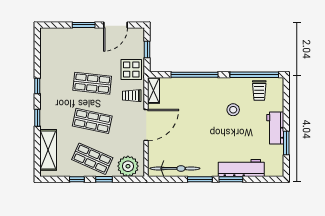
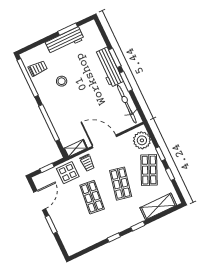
door: (116, 25) -> (40, 200), hinge flipped
workbench: (275, 128) -> (65, 41), width x1.38
workbench: (241, 168) -> (109, 67), moved

